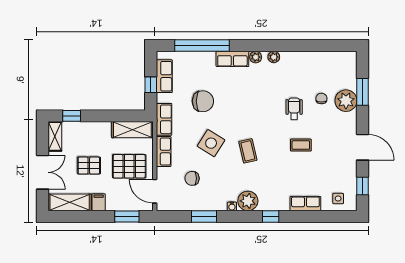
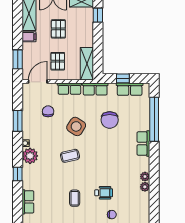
plant: (256, 57) -> (145, 187), moved
pallet: (129, 166) -> (58, 61), width x0.67, depth x0.71

